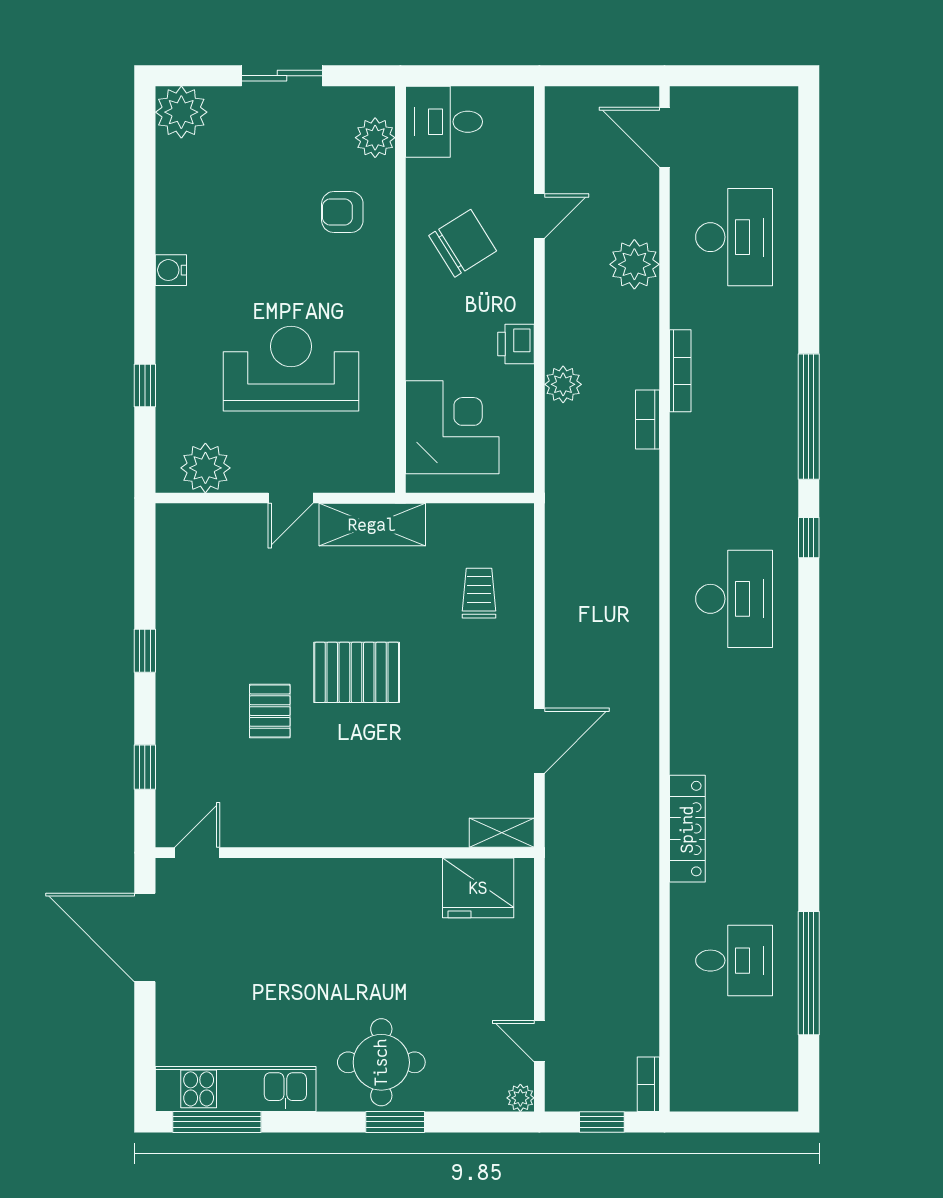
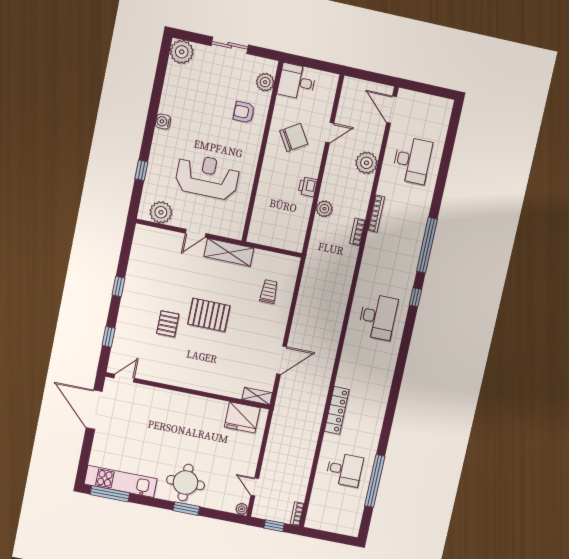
corner desk: (452, 427) -> (272, 217), removed

